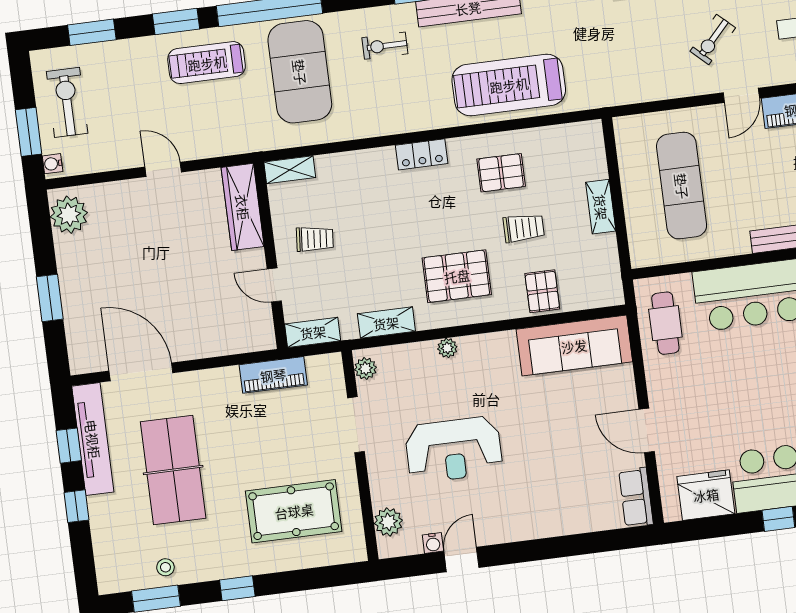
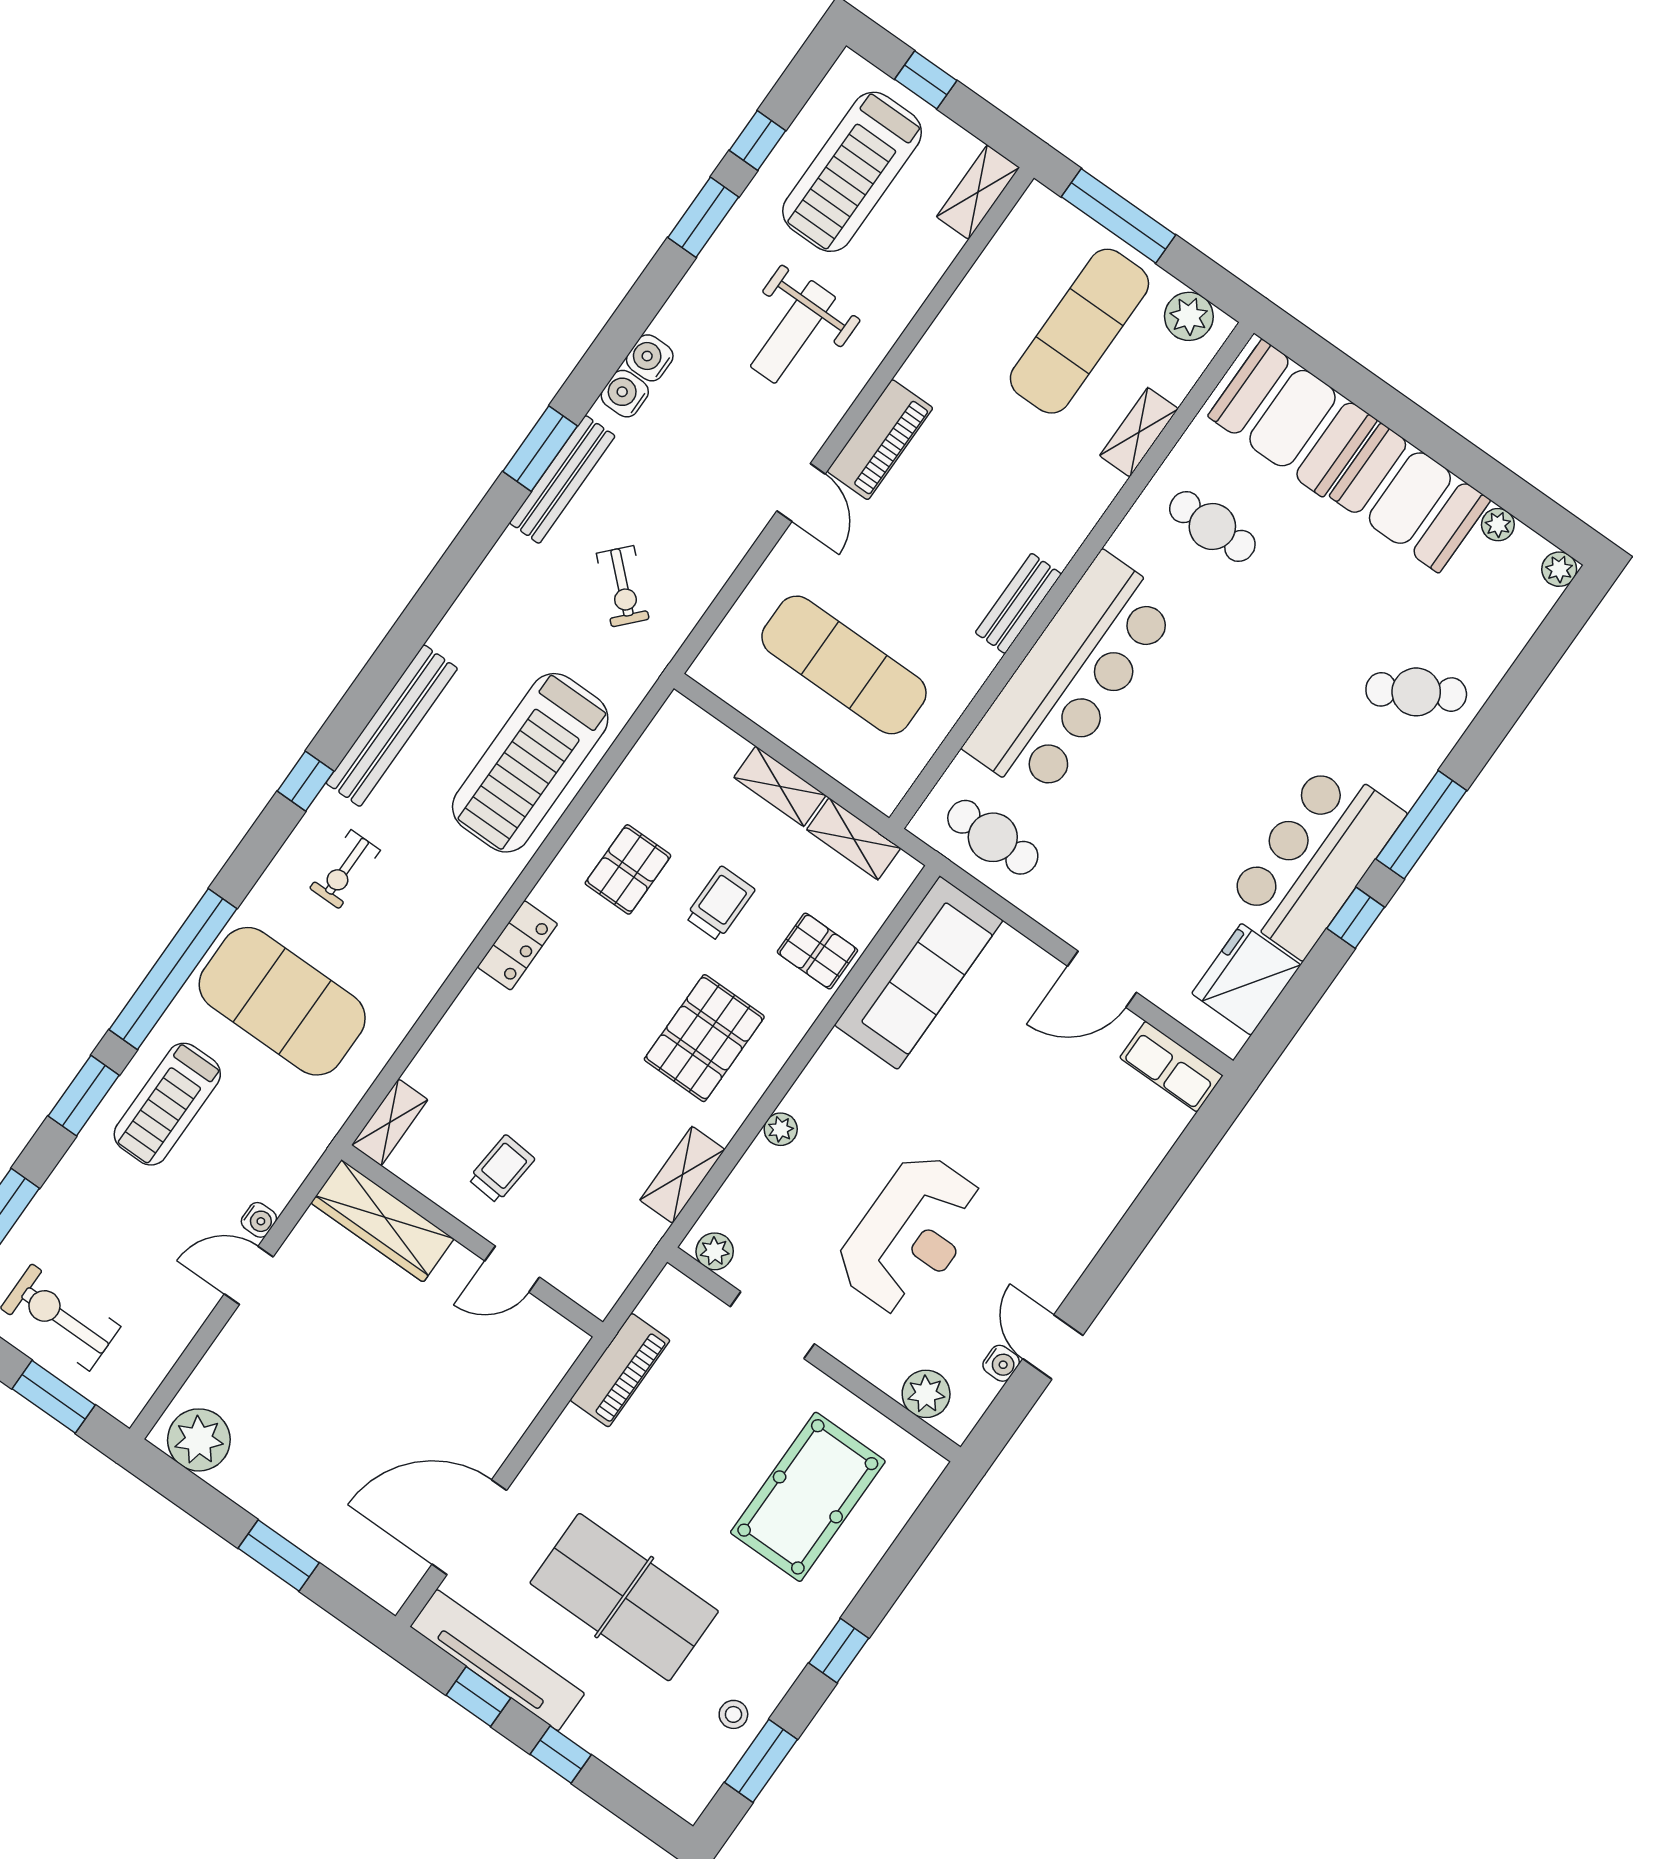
exercise bike: (713, 39) -> (623, 586), moved
water cooler: (53, 164) -> (259, 1220), moved, turned -90
shelving: (313, 332) -> (854, 839), moved, turned 90

